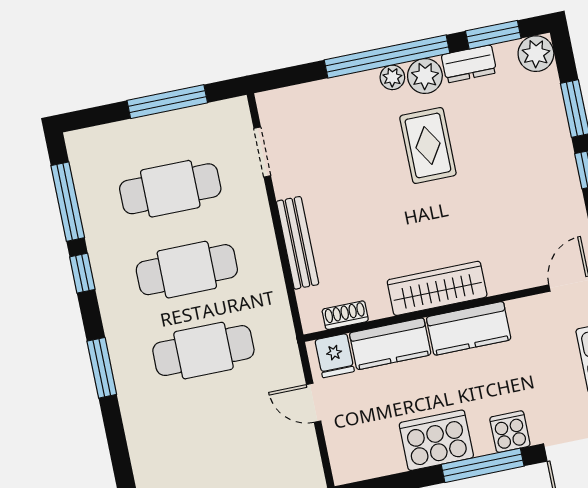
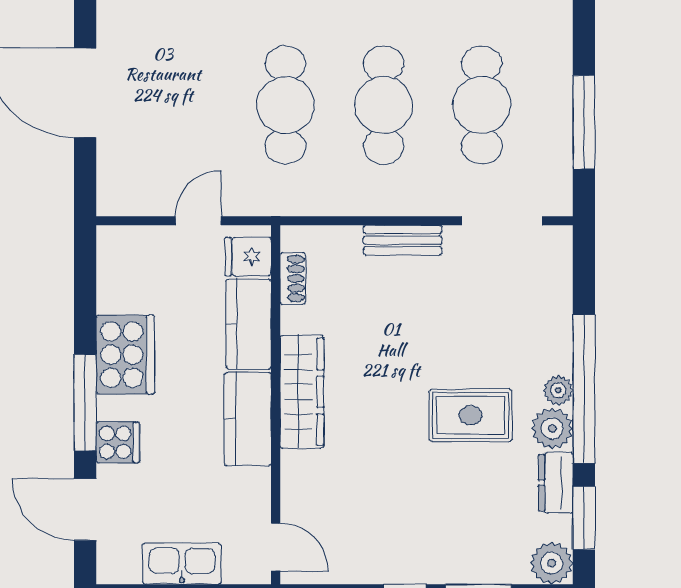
doorway: (262, 152) -> (503, 221), width x1.38
bench: (298, 243) -> (403, 240), width x0.73

